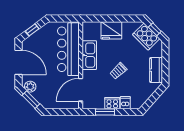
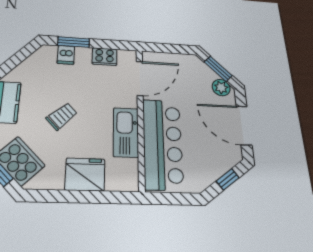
trolley: (118, 71) -> (62, 116), moved
cooker: (112, 103) -> (105, 57), moved
window: (105, 112) -> (74, 42), moved

